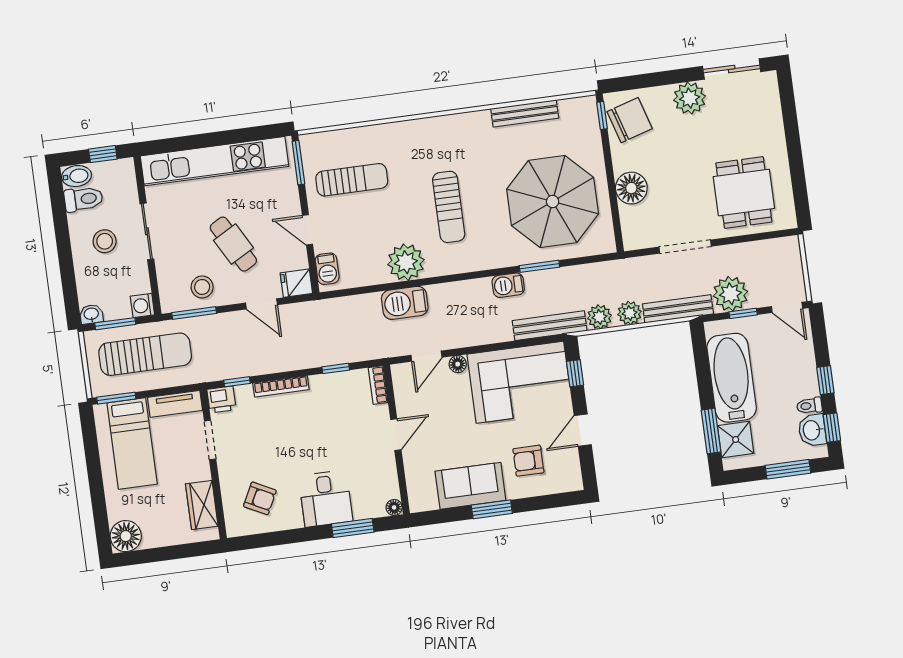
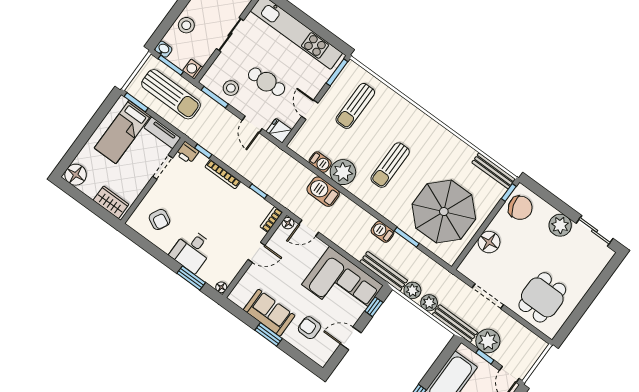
bench: (525, 113) -> (494, 171), moved
sun lounger: (352, 180) -> (355, 106), turned 90
stool: (105, 241) -> (186, 25), moved
cafe table: (233, 244) -> (267, 82), turned -65
barbecue: (327, 269) -> (320, 162), moved, turned -90
floor lamp: (458, 364) -> (288, 223), moved
wardrobe: (202, 505) -> (111, 202), moved, turned 90

